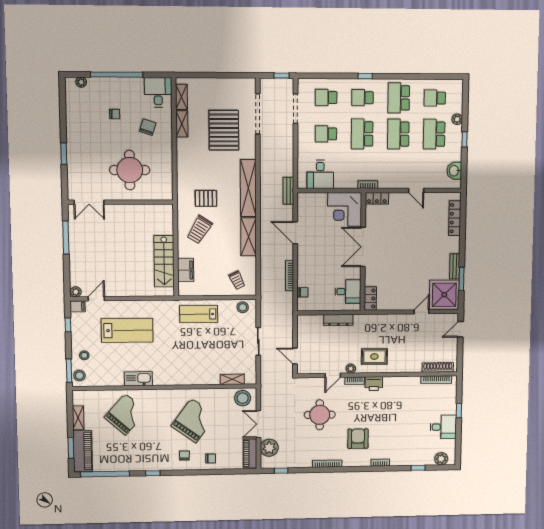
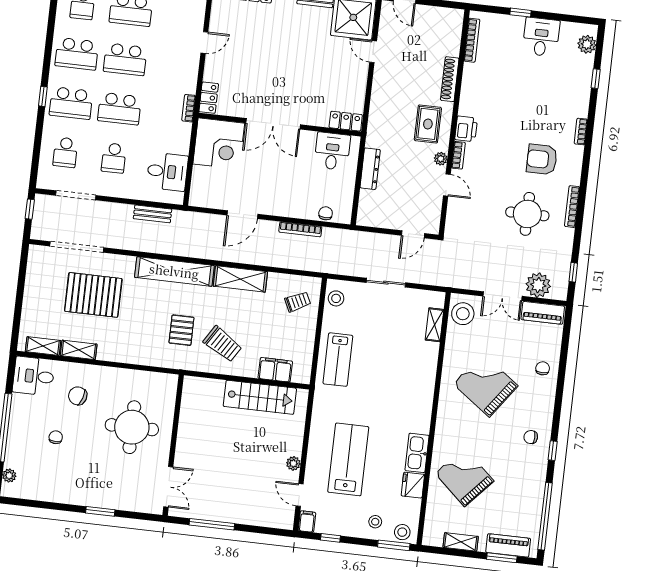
school desk: (363, 98) -> (71, 103), width x1.85
bench: (288, 191) -> (153, 214), moved
plant: (76, 292) -> (293, 463), moved
shoe rack: (438, 367) -> (450, 79), moved
fridge: (115, 379) -> (413, 485), added
round table: (320, 415) -> (527, 214), moved
piano: (83, 451) -> (508, 545), width x0.73, depth x0.75
chair: (184, 456) -> (531, 437), moved

